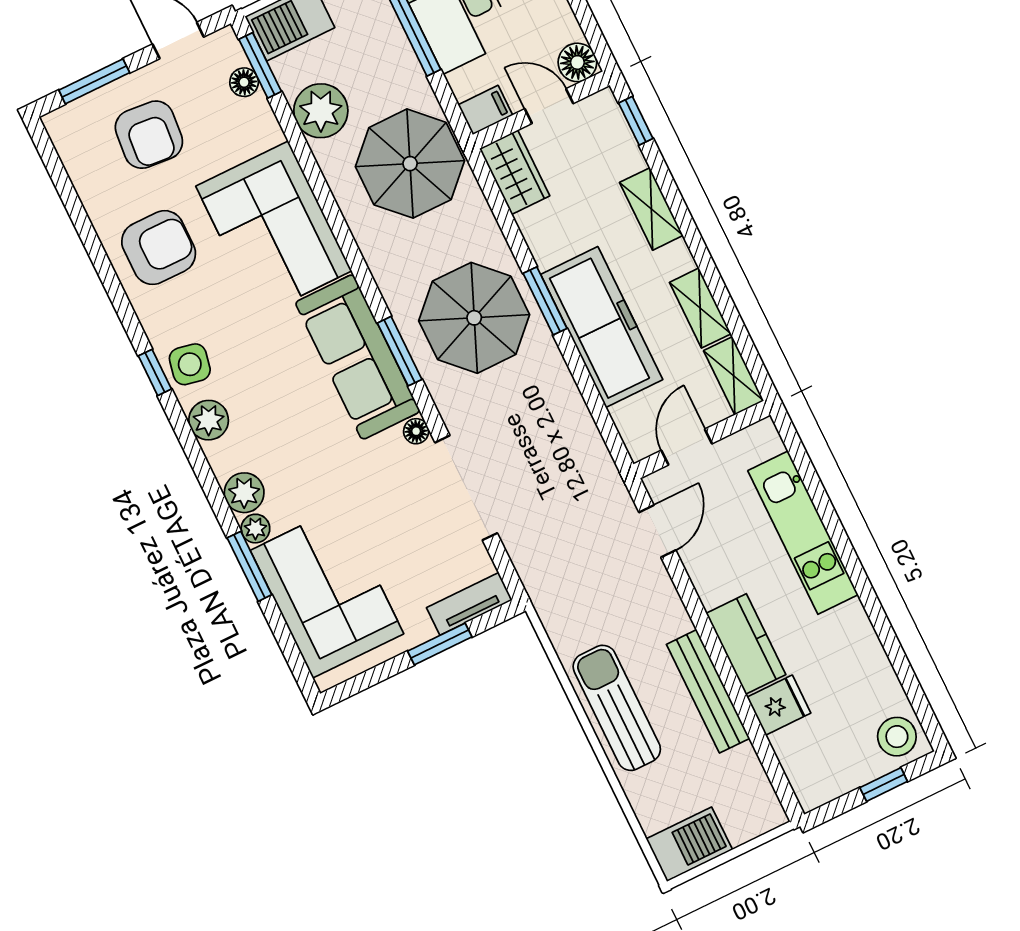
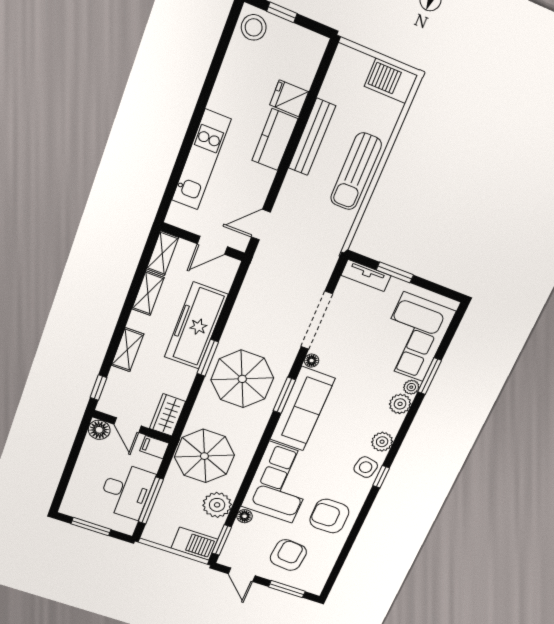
floor lamp: (244, 82) -> (245, 516), moved

